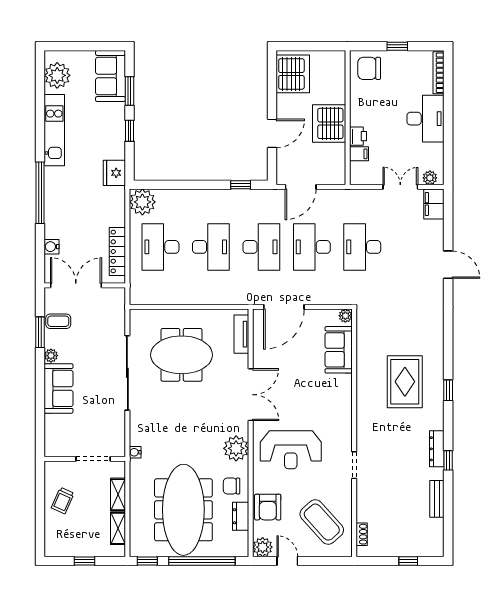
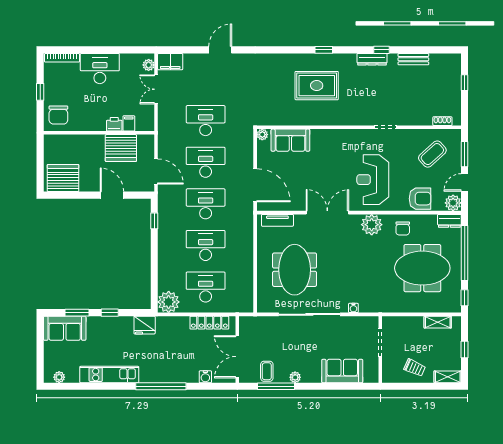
plant: (57, 75) -> (59, 377), width x0.53, depth x0.53
server rack: (329, 123) -> (121, 148), moved
desk: (160, 247) -> (206, 287), turned 180
desk: (312, 247) -> (206, 162), turned 180
desk: (362, 247) -> (206, 121), turned 180
window: (40, 332) -> (276, 386), width x1.44
sofa: (59, 388) -> (342, 371), moved
reception desk: (291, 450) -> (373, 180), turned 180
water cooler: (135, 452) -> (353, 308), moved
shelving: (118, 495) -> (448, 377), moved
meeting table: (183, 510) -> (422, 268), width x0.73
dresser: (241, 516) -> (449, 221), moved
coffee table: (322, 522) -> (432, 154), width x0.73, depth x0.76
window: (322, 561) -> (465, 154), added

